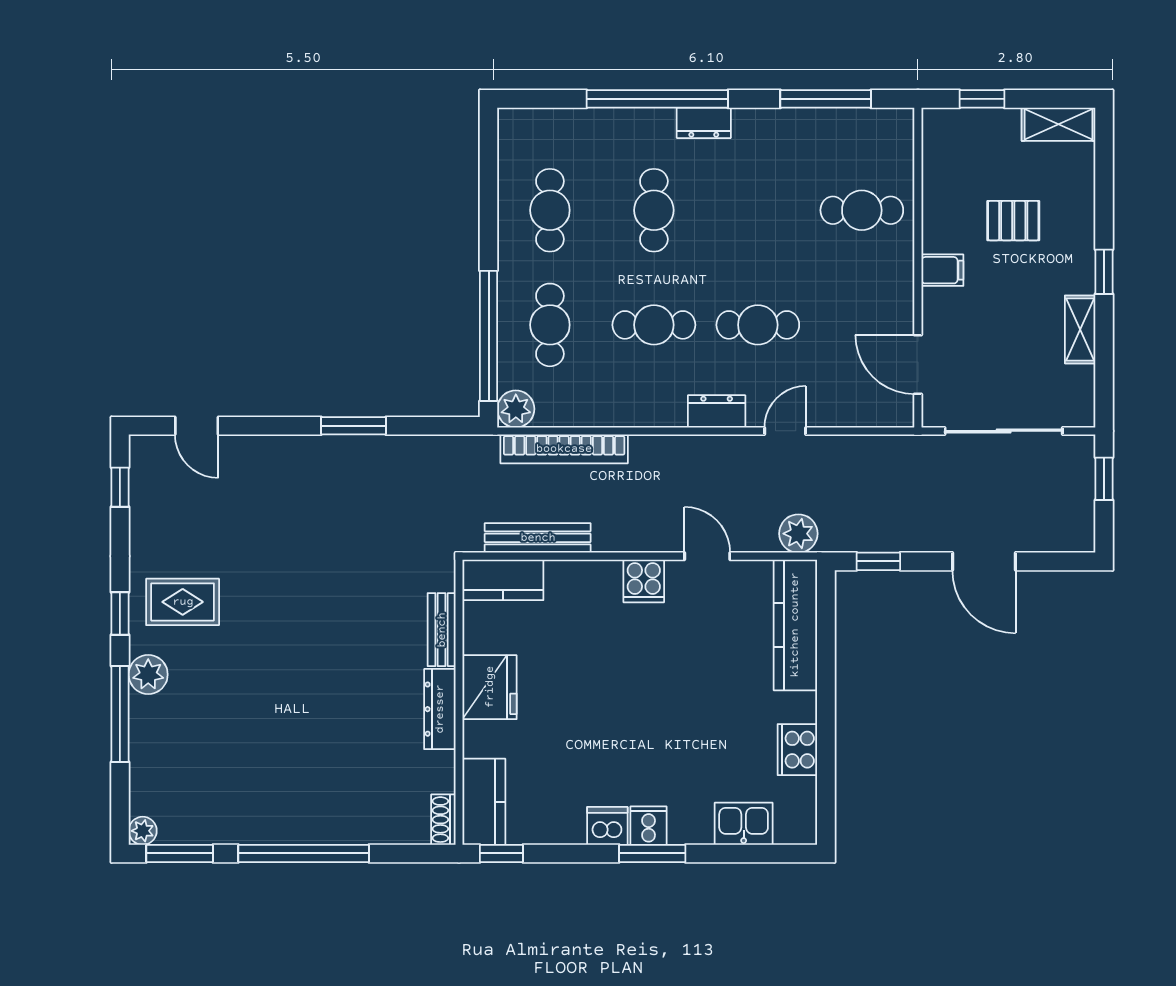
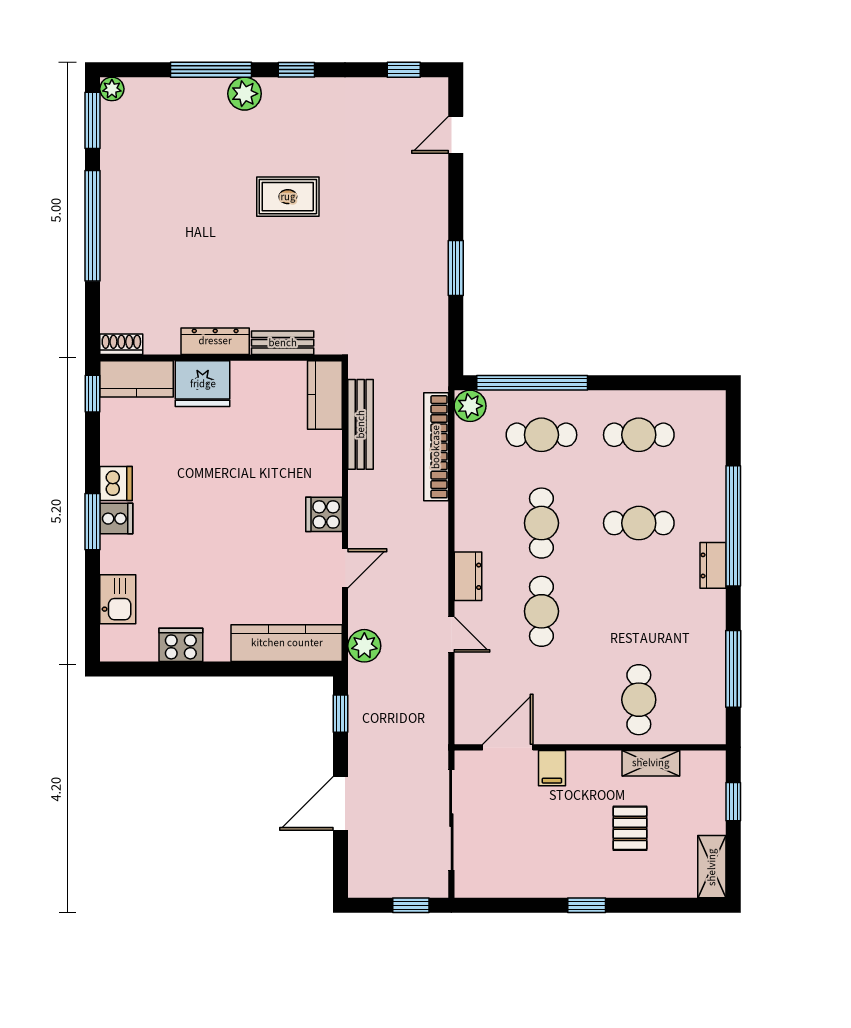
filing cabinet: (942, 270) -> (552, 768), moved
shelving: (1080, 329) -> (651, 763), moved
rug: (183, 602) -> (288, 197), moved, turned 90
fridge: (490, 687) -> (203, 384), moved

